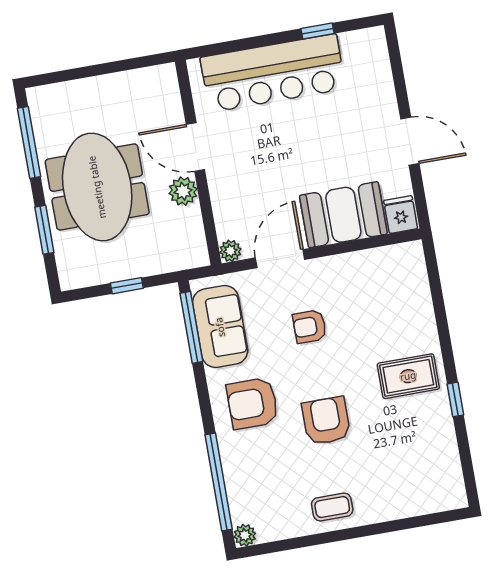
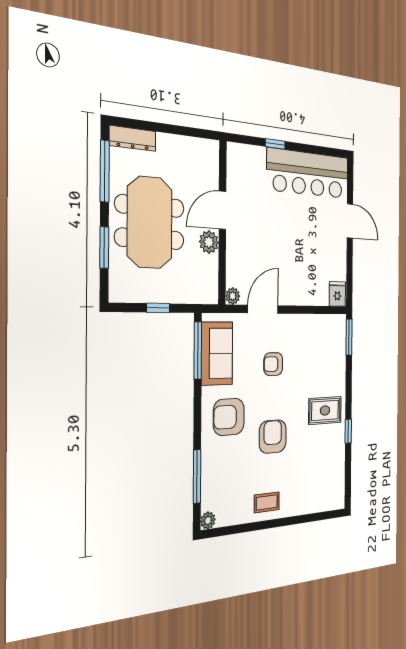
window: (318, 31) -> (275, 144), moved
bar counter: (273, 73) -> (308, 174), moved
dresser: (57, 95) -> (133, 138), added
door: (410, 141) -> (350, 221), moved
door: (195, 147) -> (222, 210), hinge flipped
booth: (343, 215) -> (305, 286), removed
window: (432, 270) -> (349, 337), added
window: (219, 482) -> (197, 476), width x0.68

